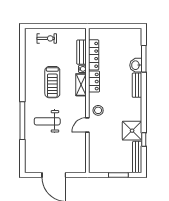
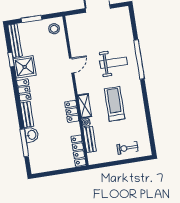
locker: (94, 55) -> (78, 151), moved
locker: (136, 109) -> (24, 90), added
stool: (98, 110) -> (54, 29), moved

